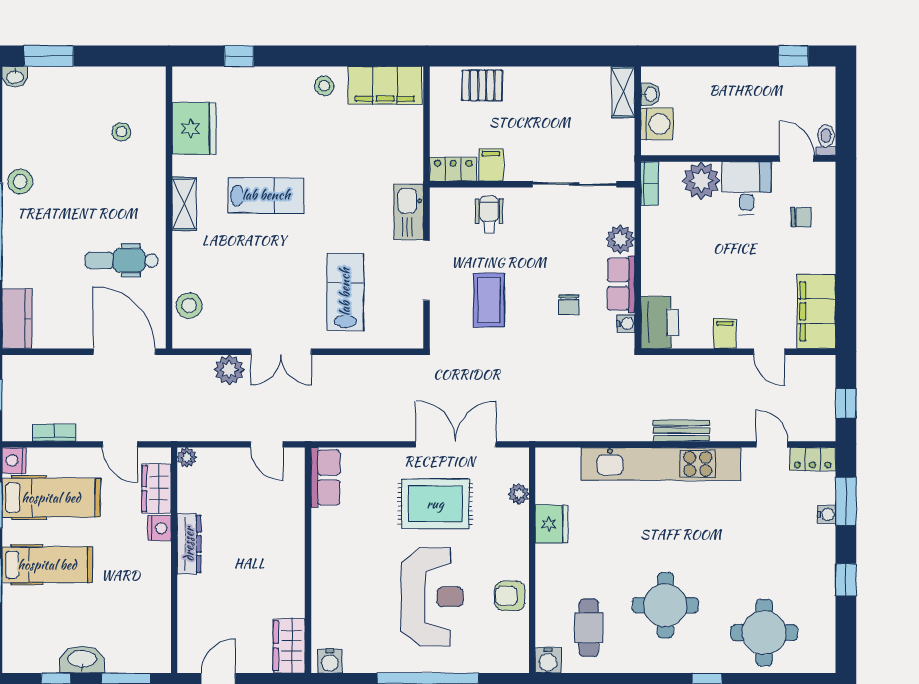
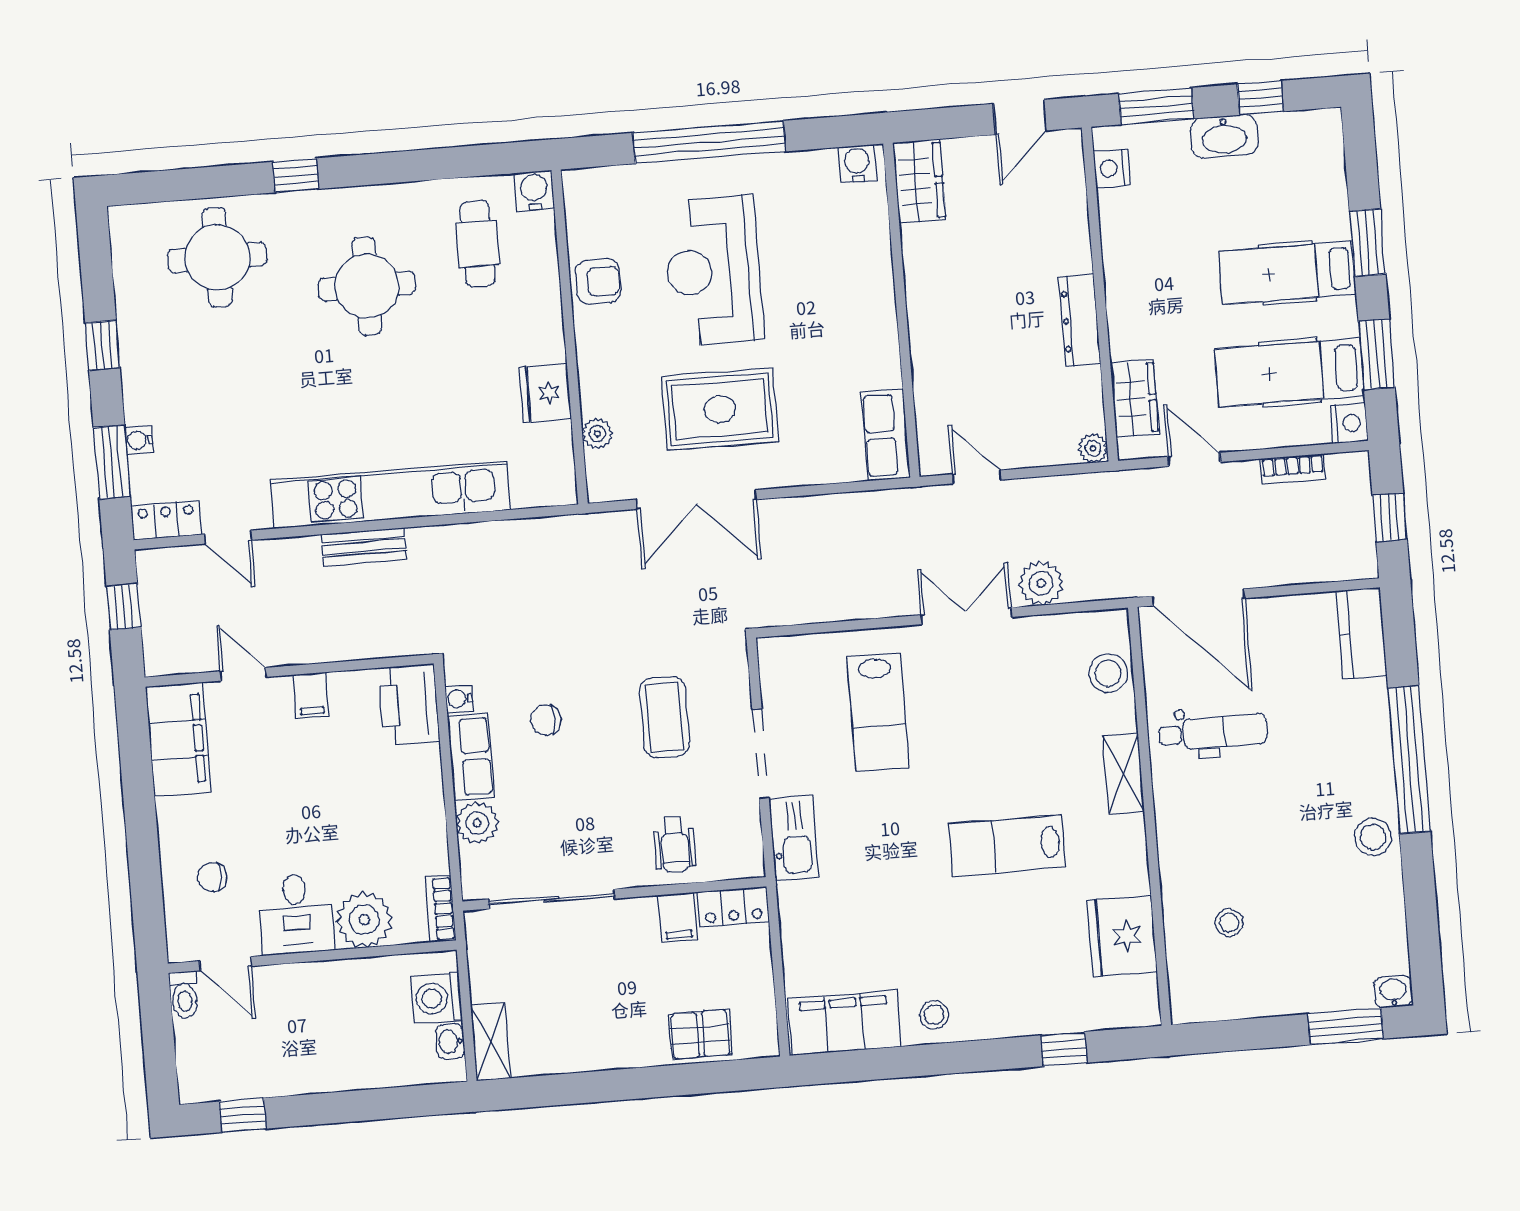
shelving: (184, 204) -> (1124, 773), moved
chair: (569, 305) -> (546, 720), turned -90
nightstand: (159, 528) -> (1112, 168), moved

